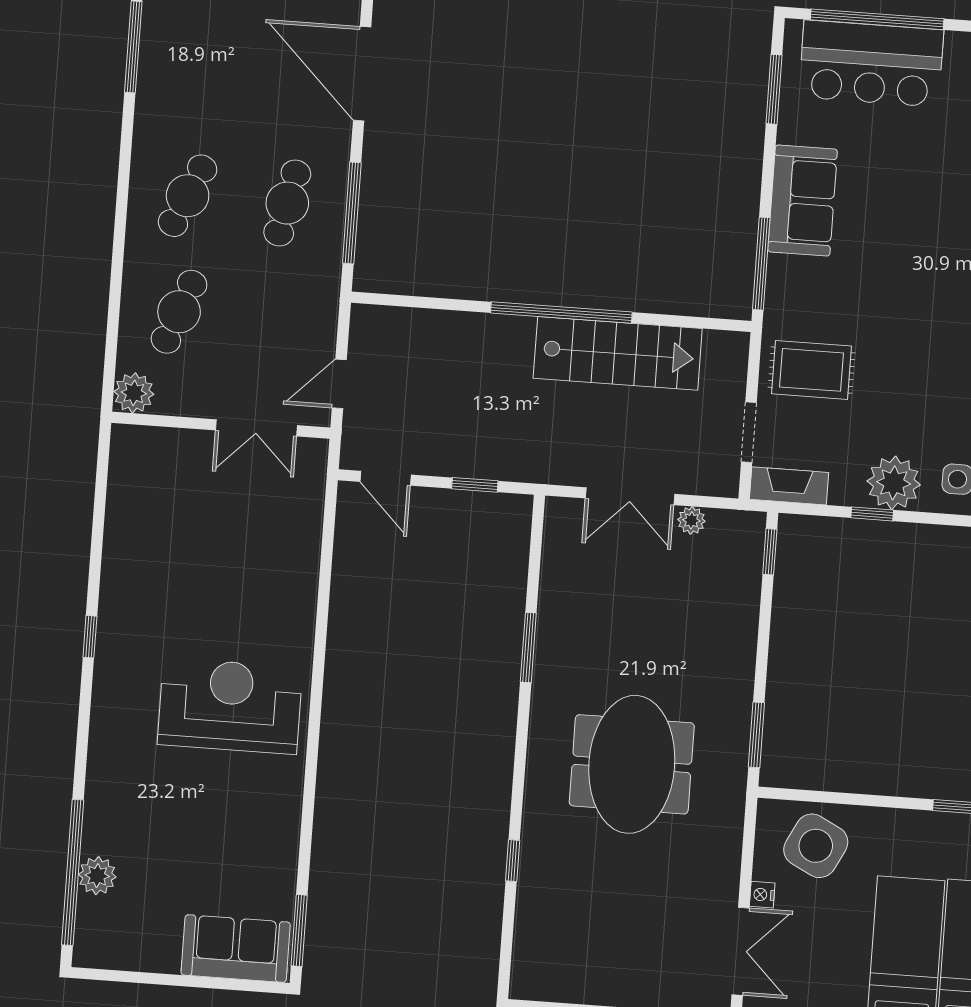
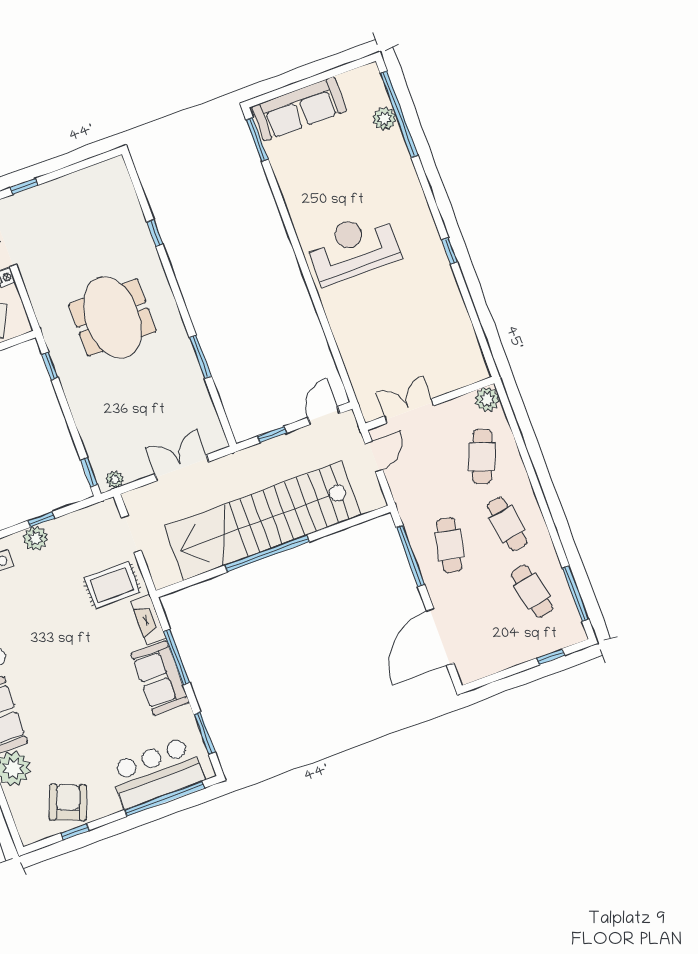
door: (362, 74) -> (440, 637), swing flipped
cafe table: (196, 80) -> (532, 591), added
cafe table: (188, 196) -> (507, 524), turned -33
window: (761, 264) -> (177, 657), moved
stairs: (618, 353) -> (263, 521), width x1.86, depth x1.51
door: (386, 478) -> (324, 416), hinge flipped
plant: (894, 483) -> (35, 538), width x0.73, depth x0.73
fireplace: (789, 486) -> (148, 620), moved, turned 90
plant: (691, 520) -> (115, 479), moved
reception desk: (230, 706) -> (353, 248), turned 180
window: (756, 735) -> (50, 366), width x0.67
sofa: (236, 949) -> (299, 109), width x1.36

